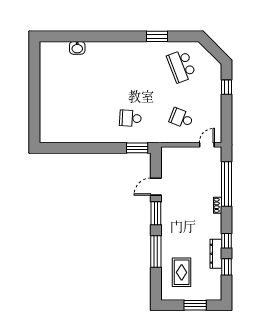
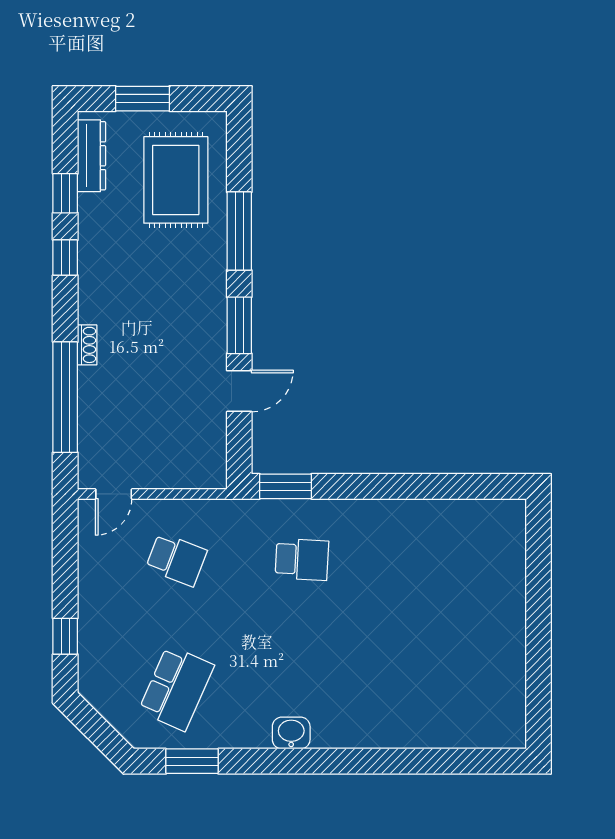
window: (157, 36) -> (192, 761), moved
washbasin: (77, 48) -> (291, 733), moved
school desk: (181, 66) -> (176, 688), turned 45
dresser: (216, 254) -> (91, 156), moved
rug: (182, 272) -> (176, 180), width x1.36, depth x1.43

